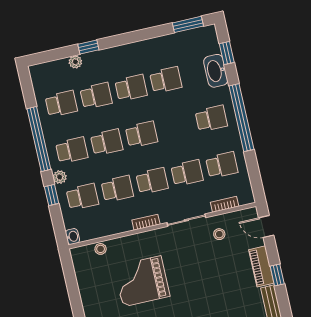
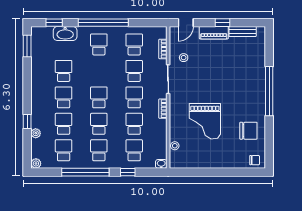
plant: (60, 177) -> (36, 163), moved

